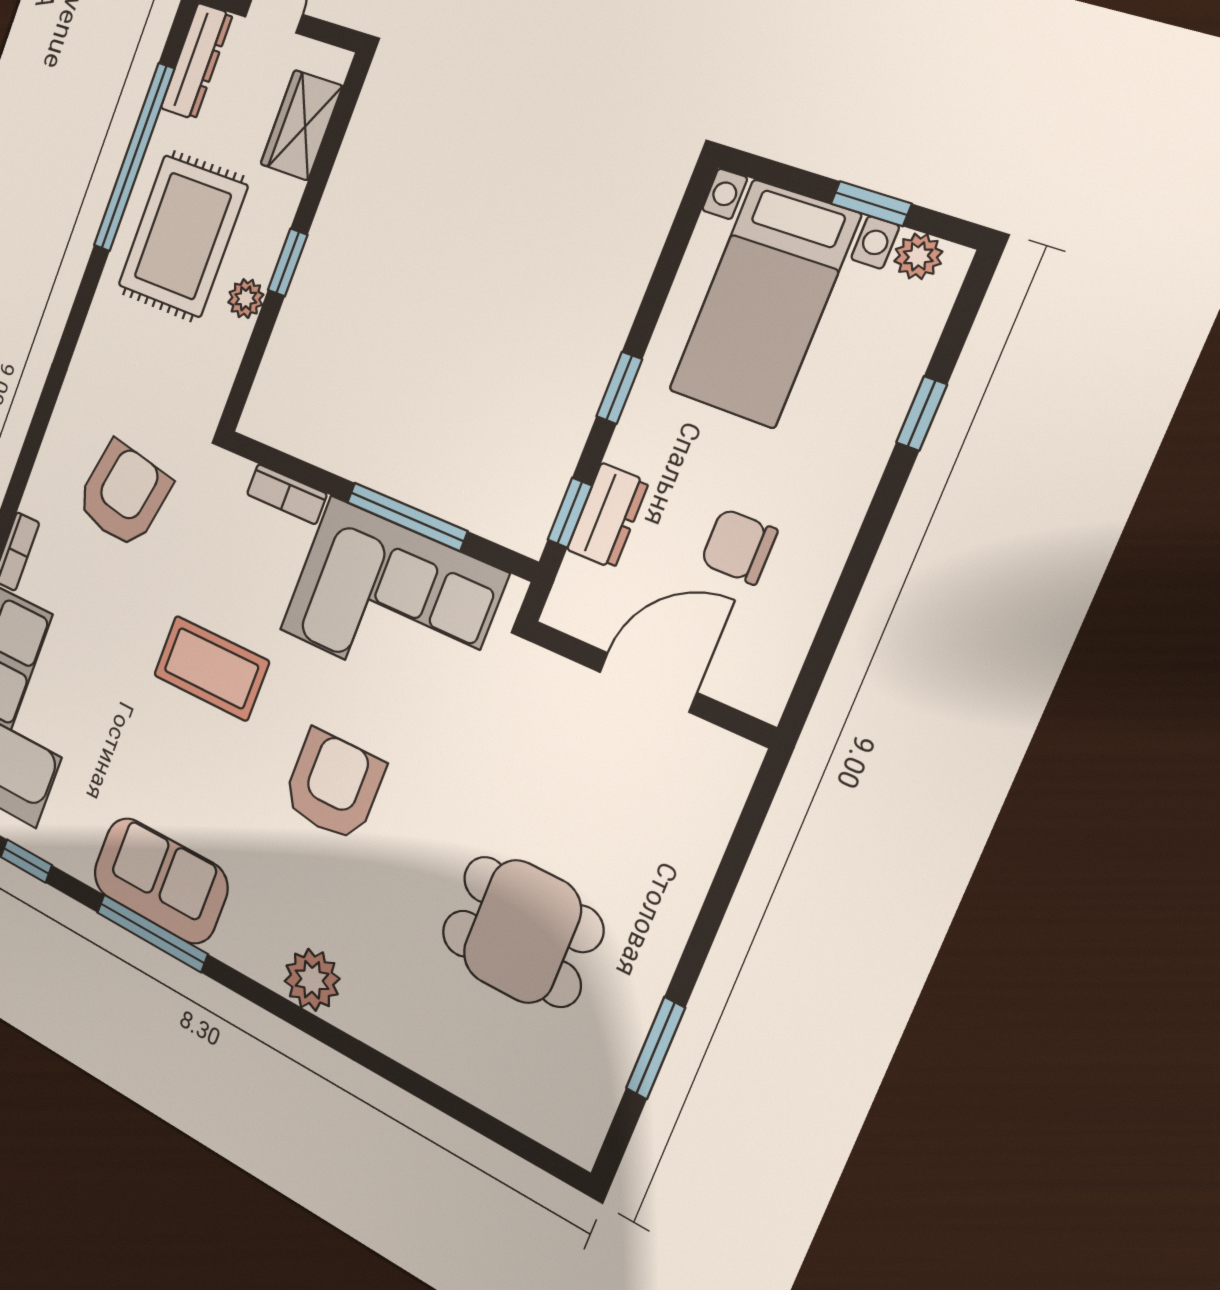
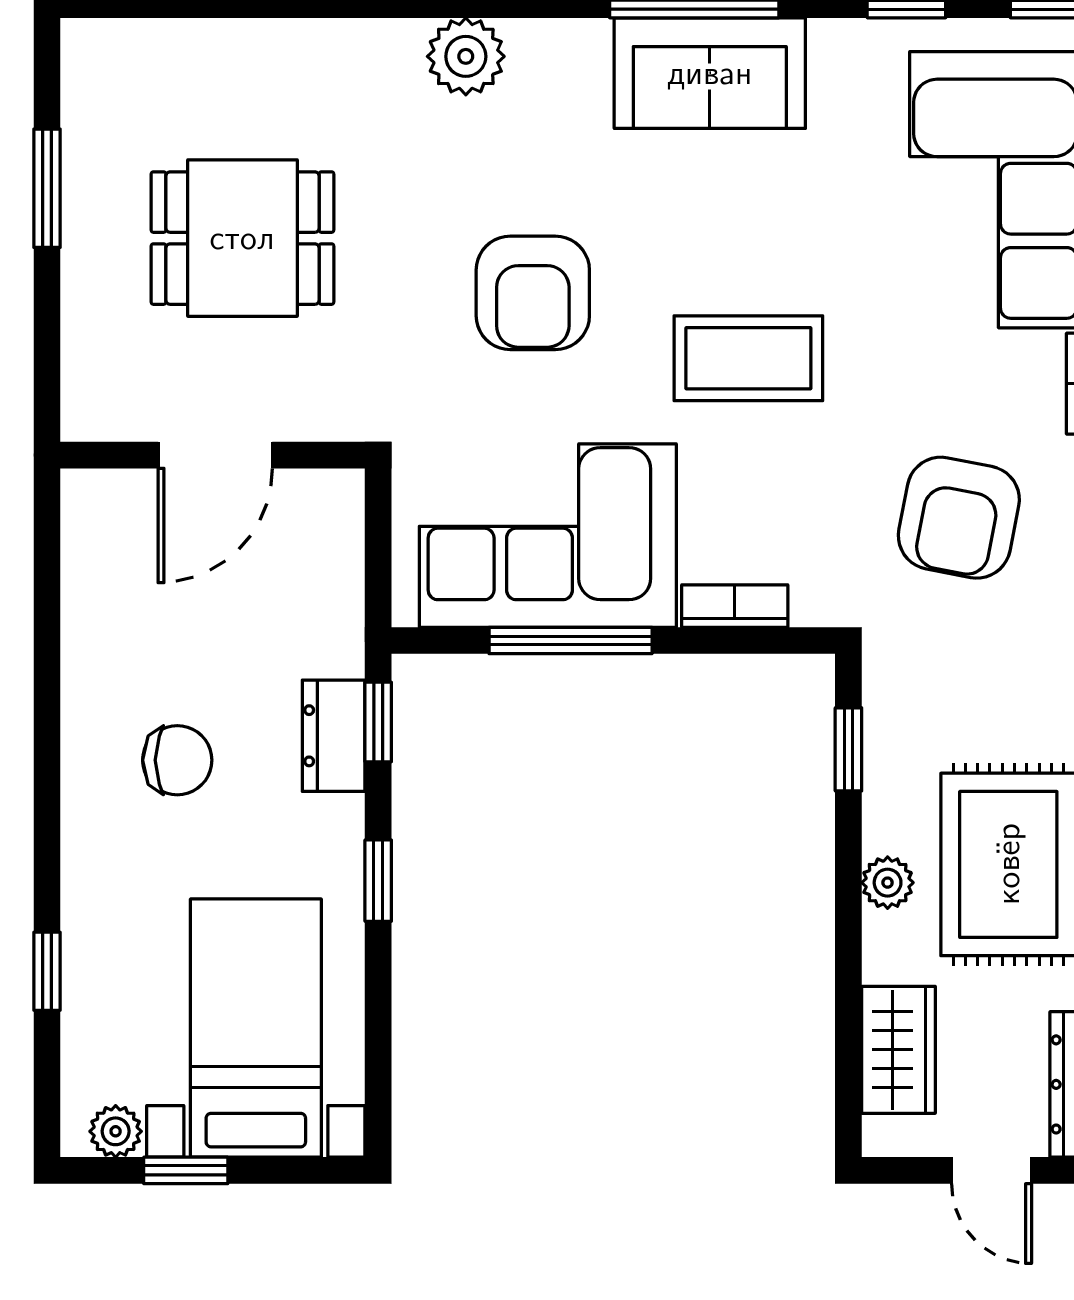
window: (288, 262) -> (848, 749), moved
plant: (246, 298) -> (888, 883), moved
door: (648, 682) -> (215, 455), moved
wall: (650, 683) -> (213, 455), moved

